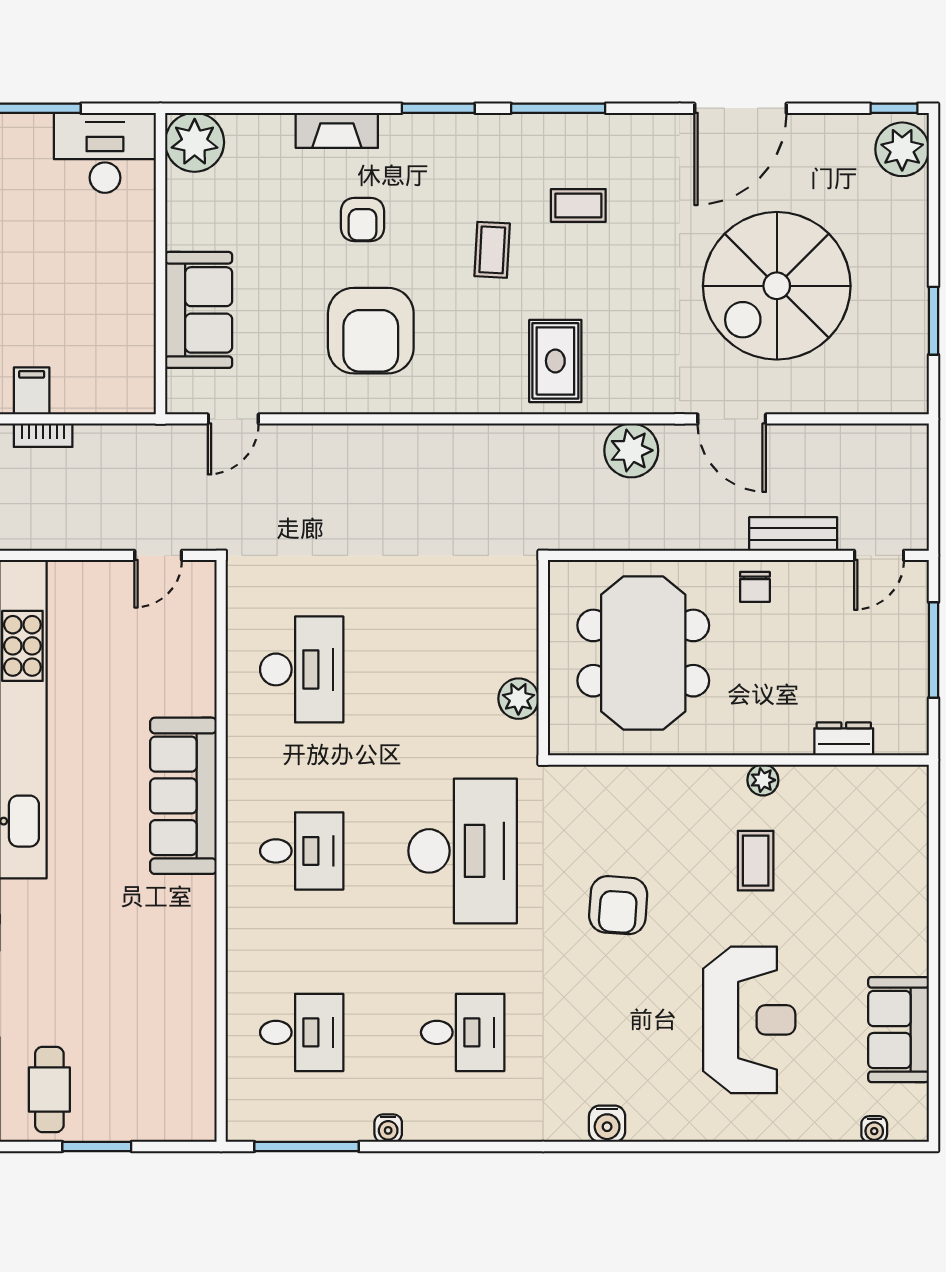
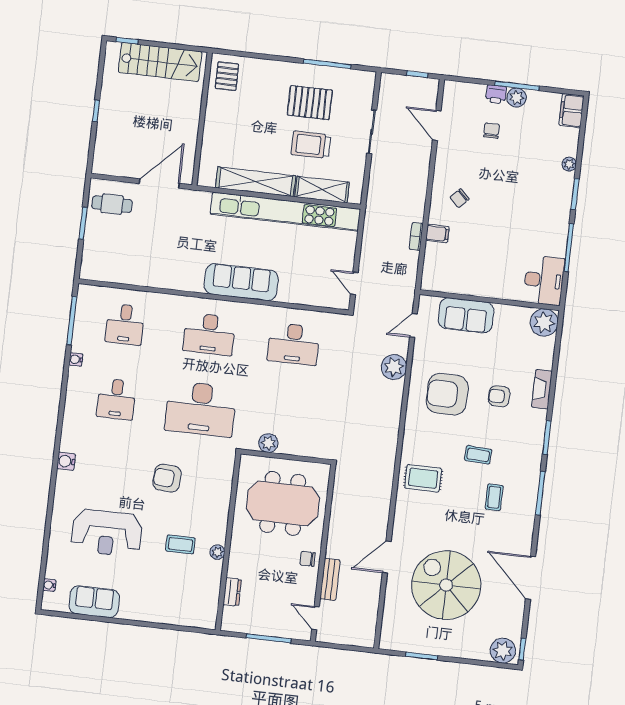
door: (233, 419) -> (414, 326), hinge flipped
plant: (631, 450) -> (394, 367), moved
desk: (302, 851) -> (209, 334), width x1.37

